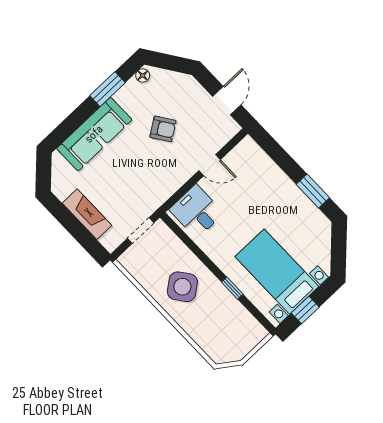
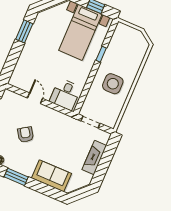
sofa: (94, 134) -> (52, 176), width x0.73
side table: (182, 287) -> (113, 84), turned 37

